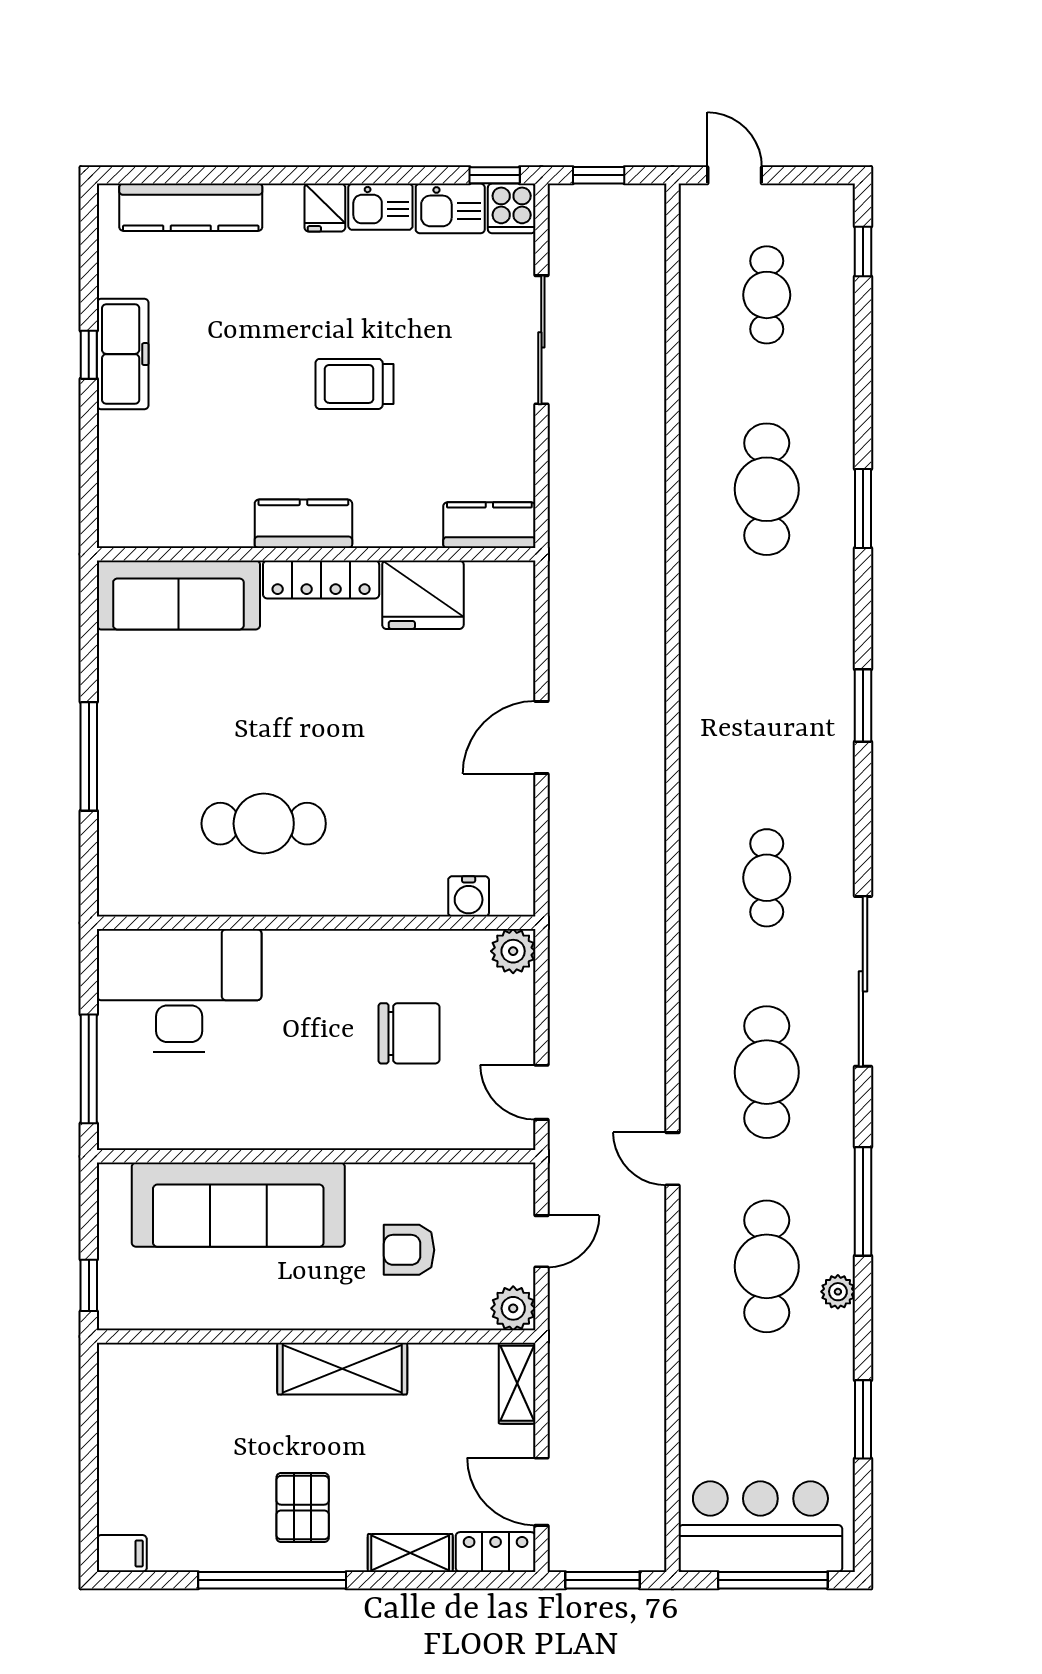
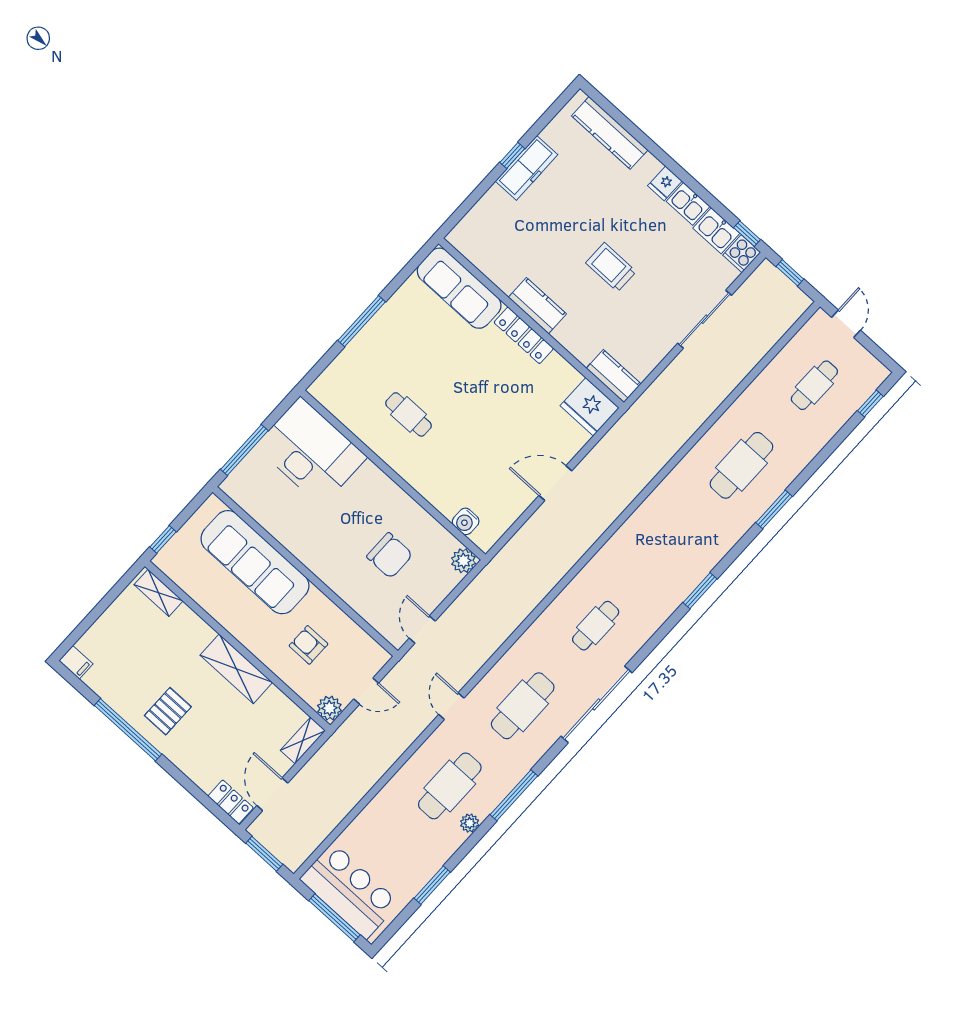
fridge: (423, 595) -> (590, 407), moved
cafe table: (264, 824) -> (408, 414), width x0.73, depth x0.74
shelving: (410, 1553) -> (158, 593), moved

